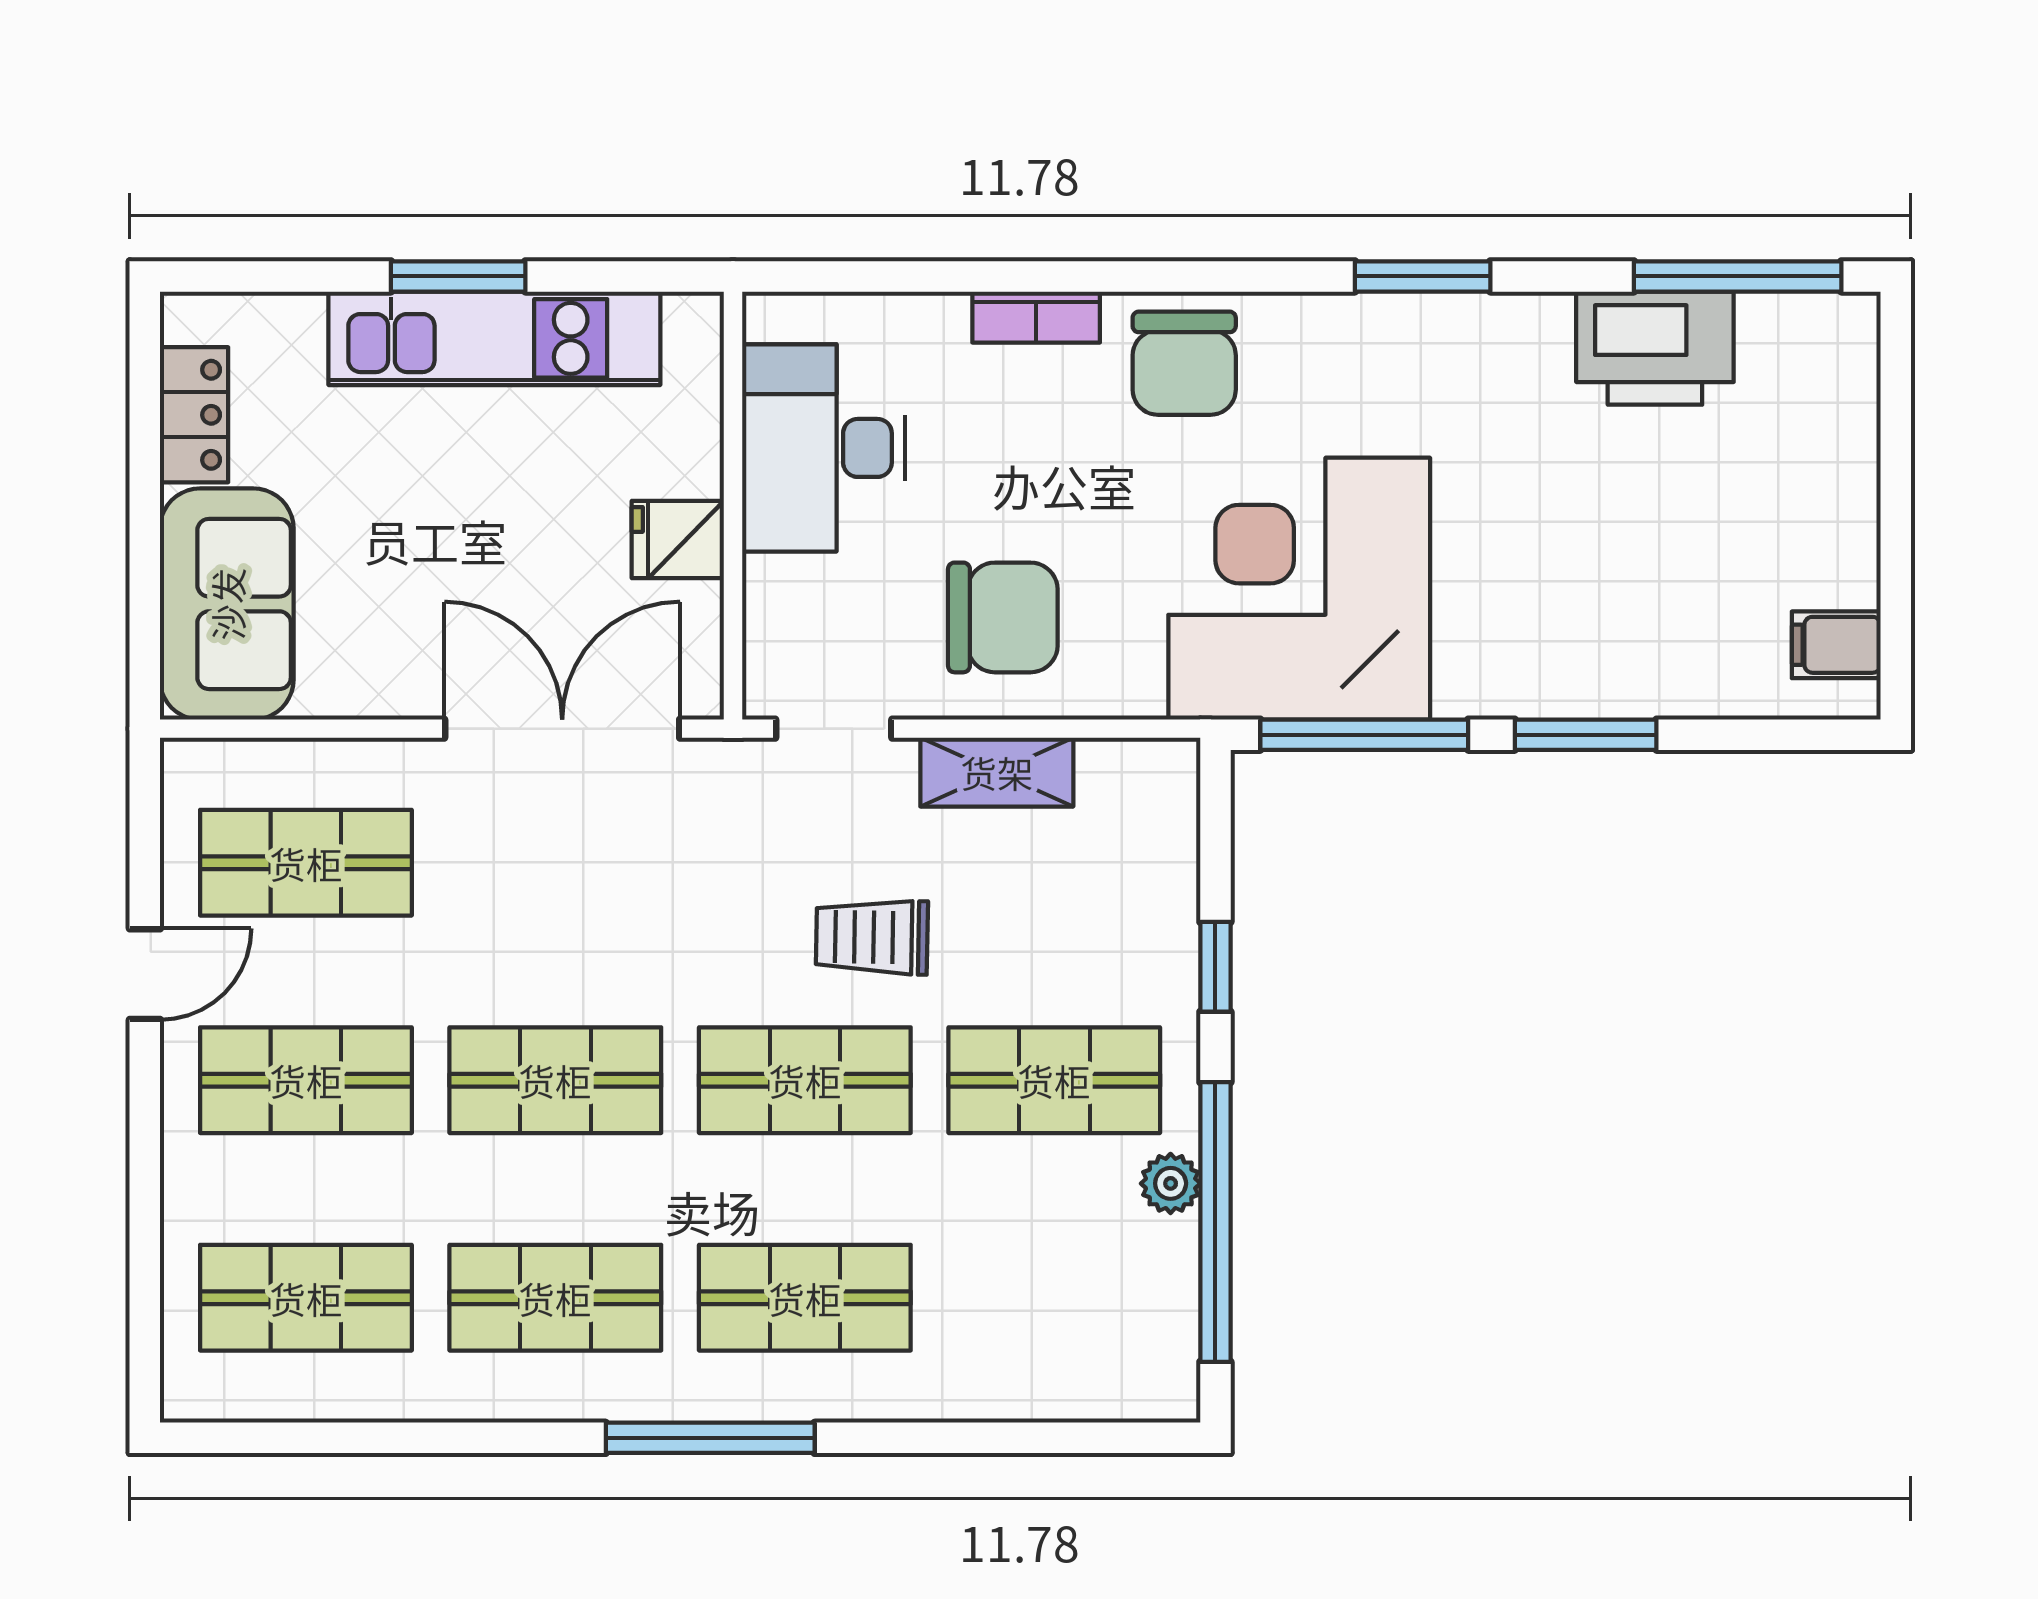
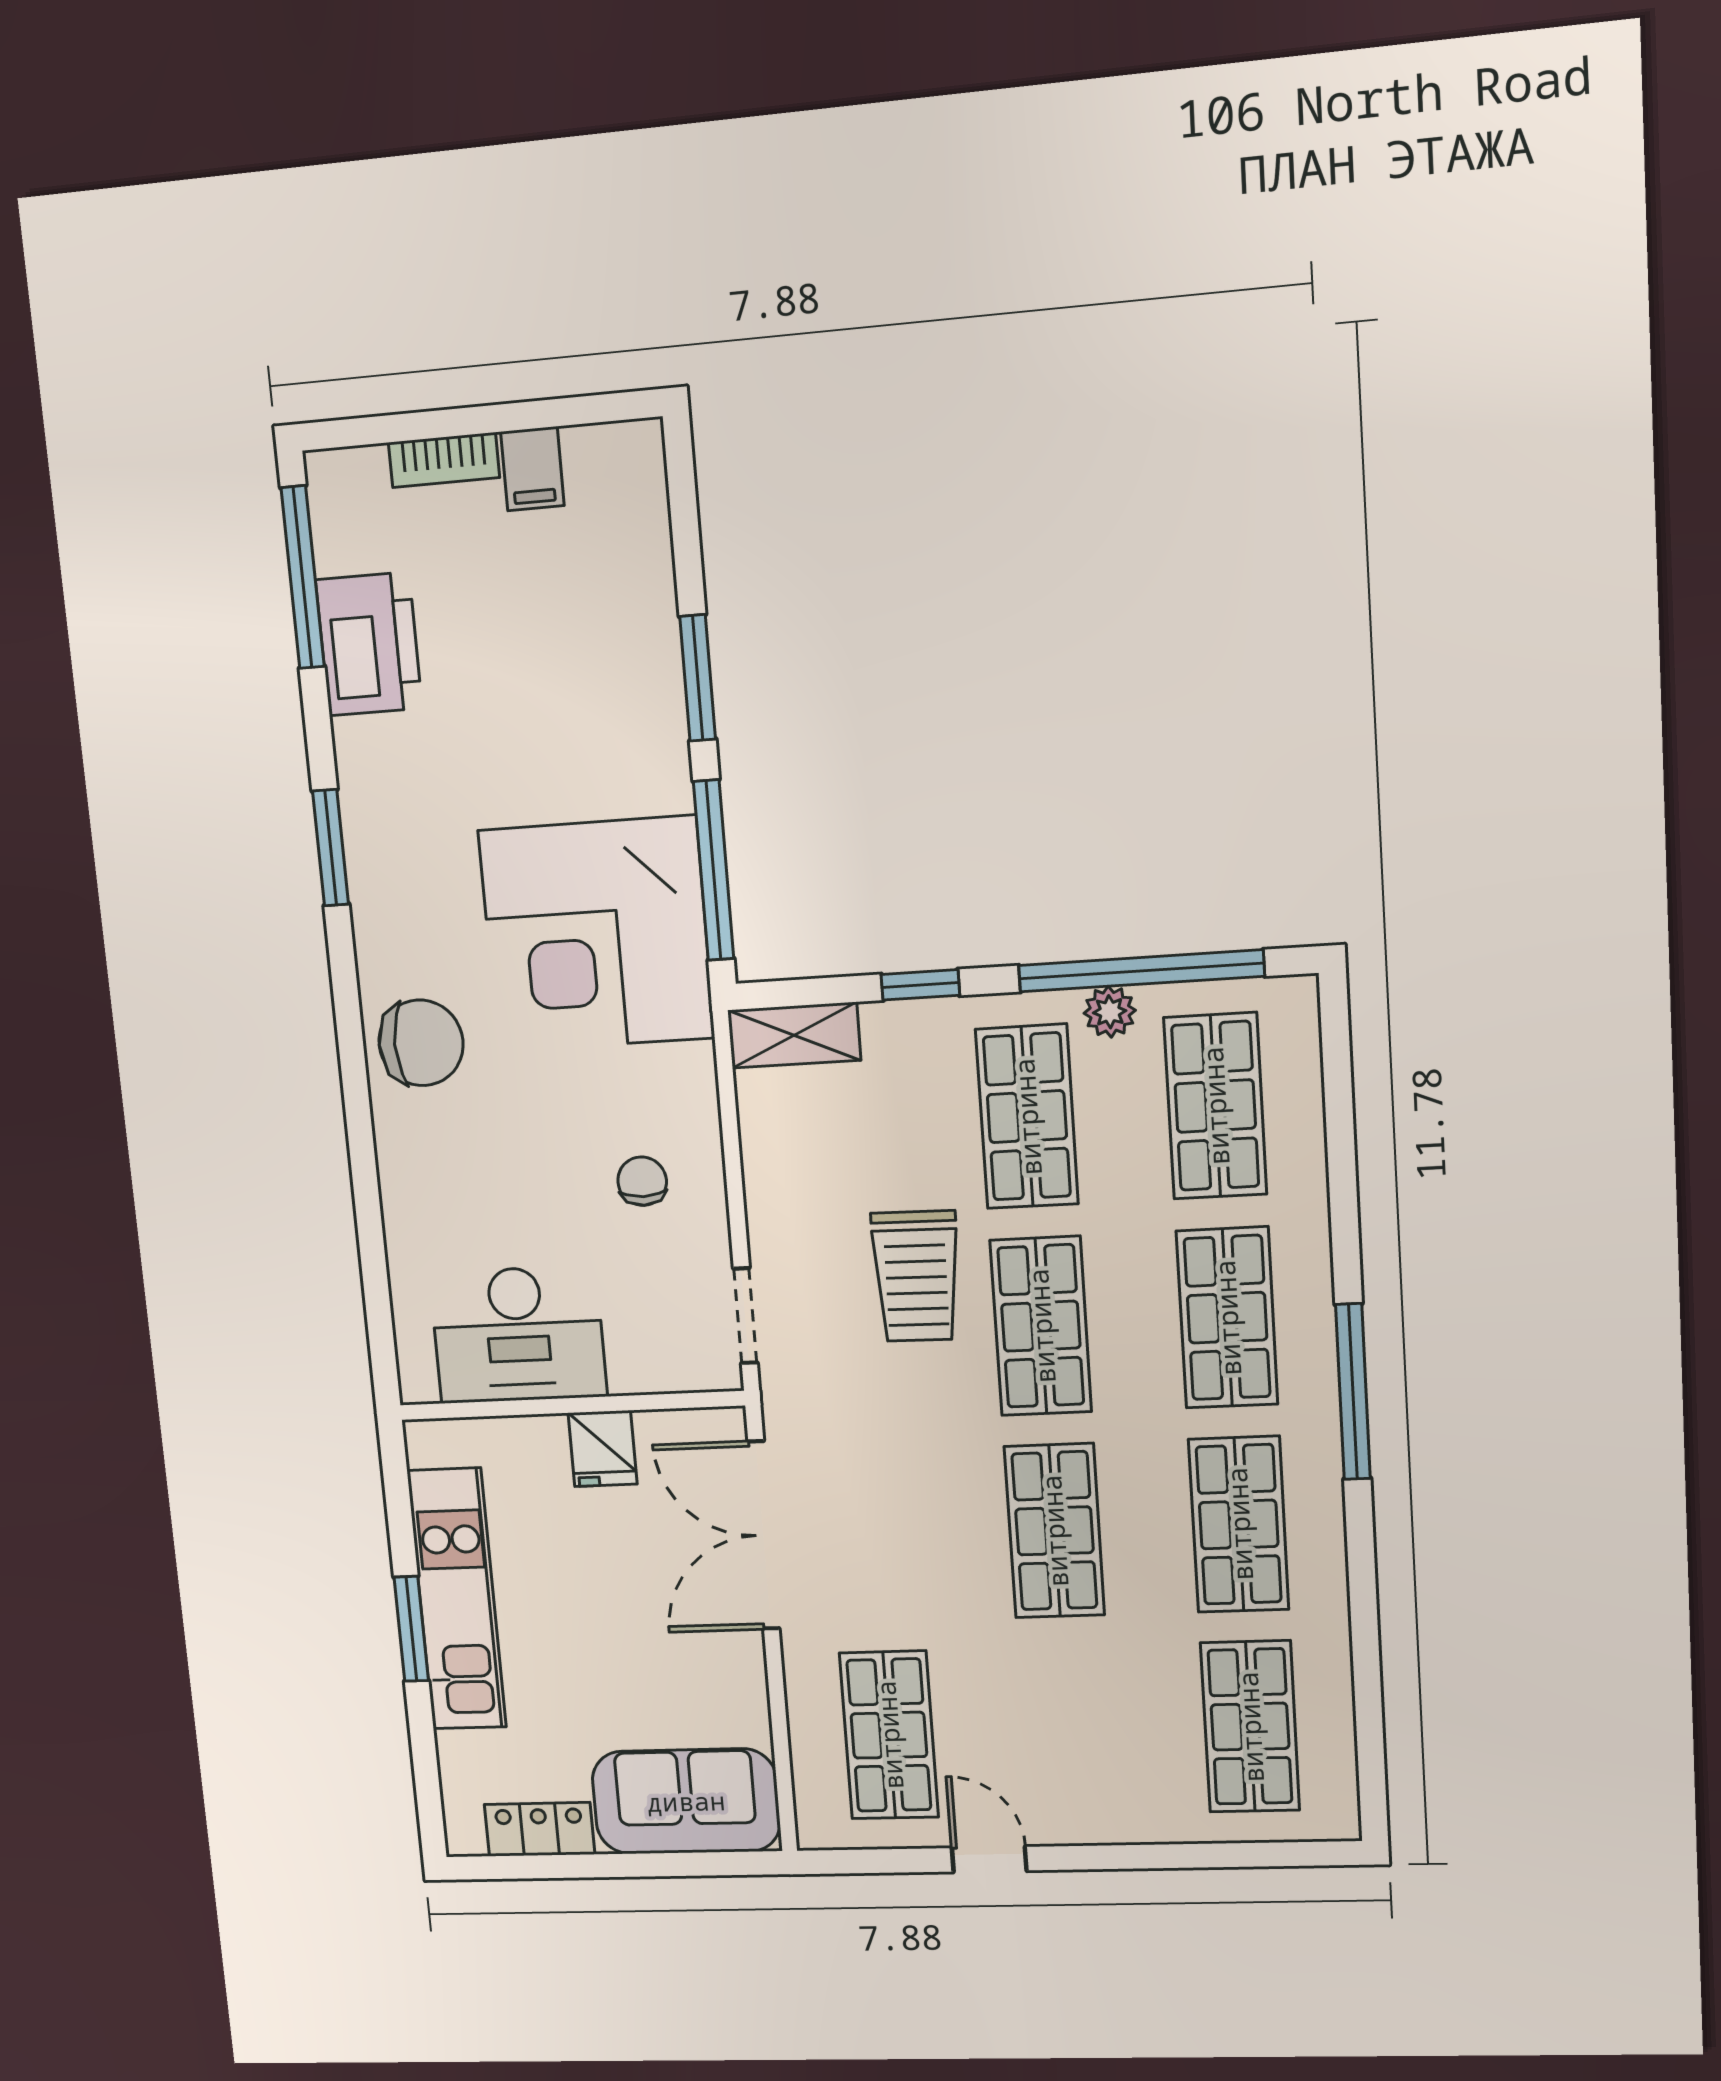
bookcase: (1036, 317) -> (444, 460), moved, turned 90
chair: (1003, 617) -> (642, 1181), width x0.54, depth x0.54
filing cabinet: (1836, 645) -> (532, 469), moved
shelving: (997, 772) -> (794, 1035), moved, turned 90
trolley: (872, 937) -> (916, 1276), width x1.36, depth x1.39
shop shelf: (306, 1080) -> (1215, 1106), moved

